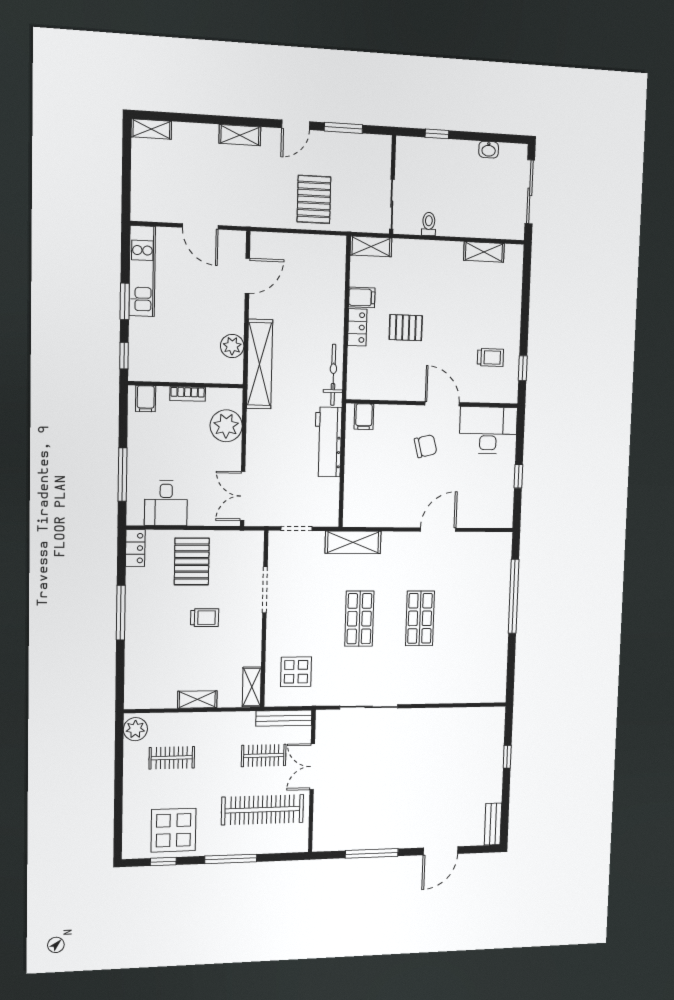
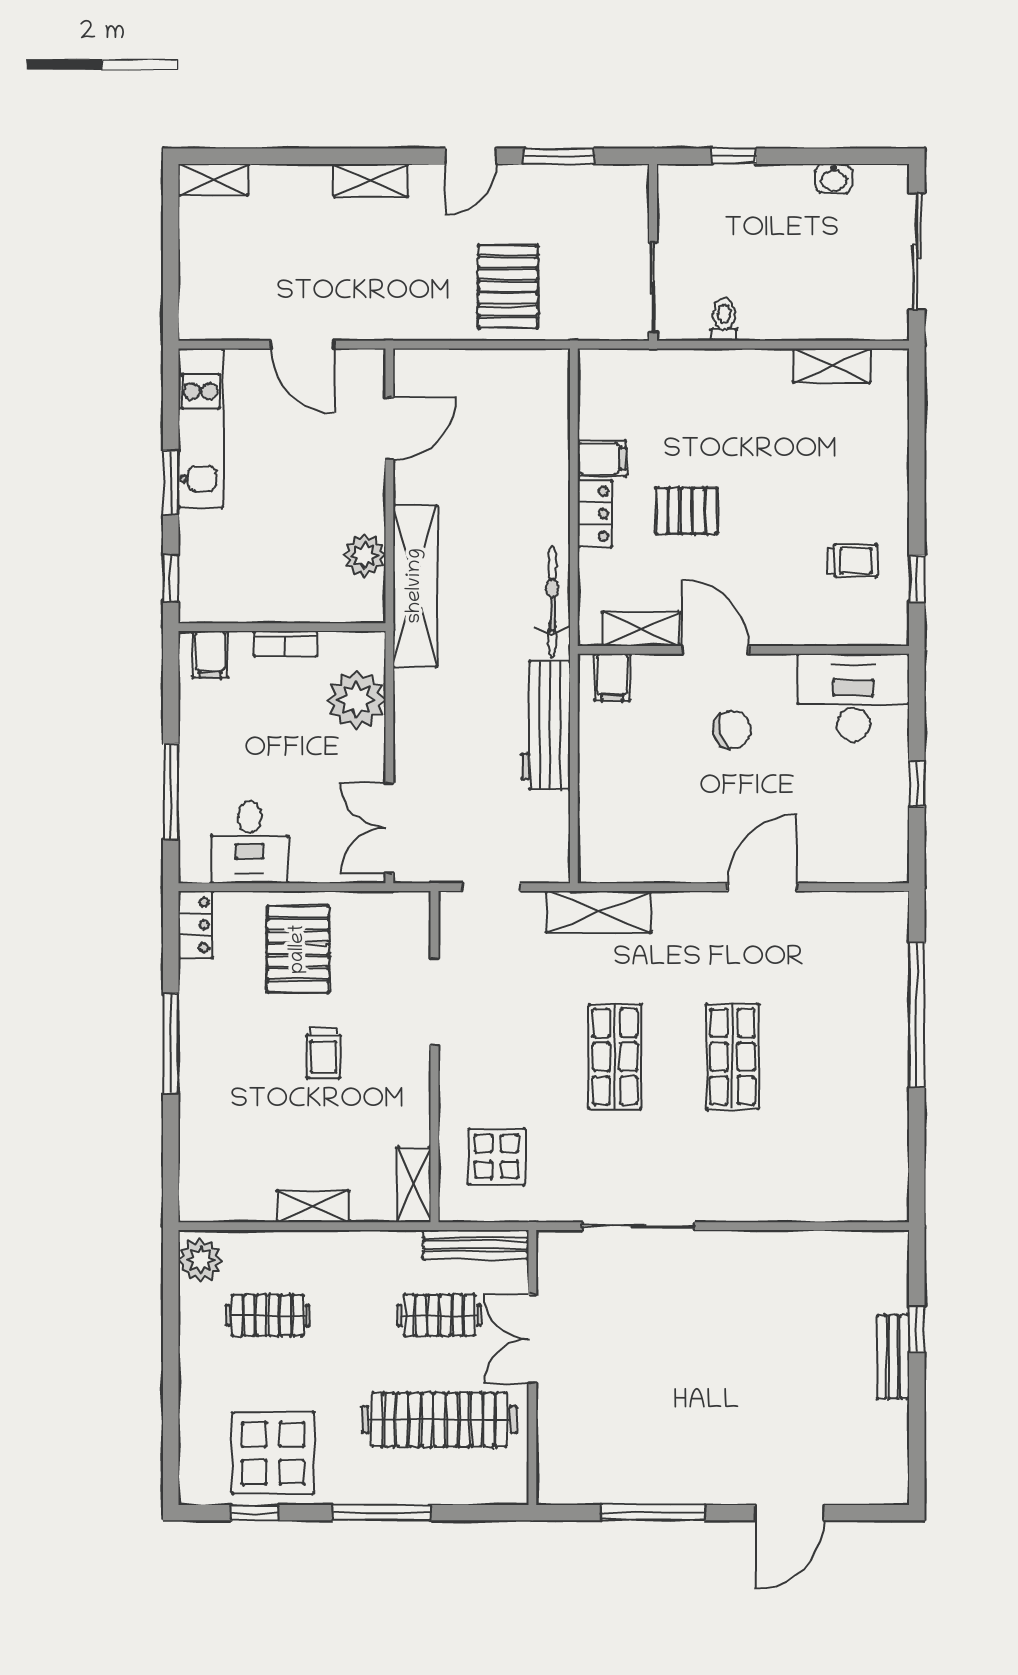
shelving: (371, 246) -> (641, 629), moved
door: (442, 404) -> (716, 650), moved
trolley: (205, 618) -> (324, 1053), turned 90
bench: (493, 824) -> (893, 1357), moved

